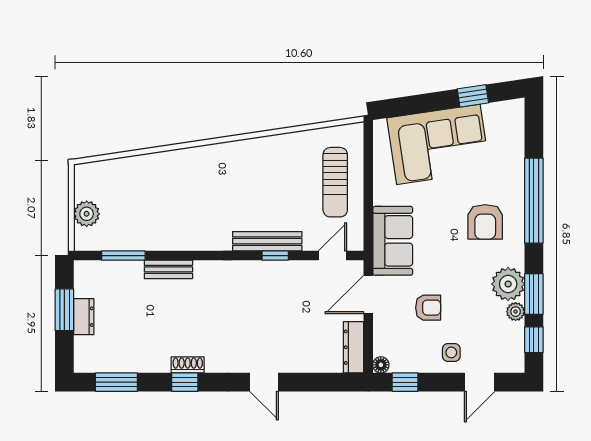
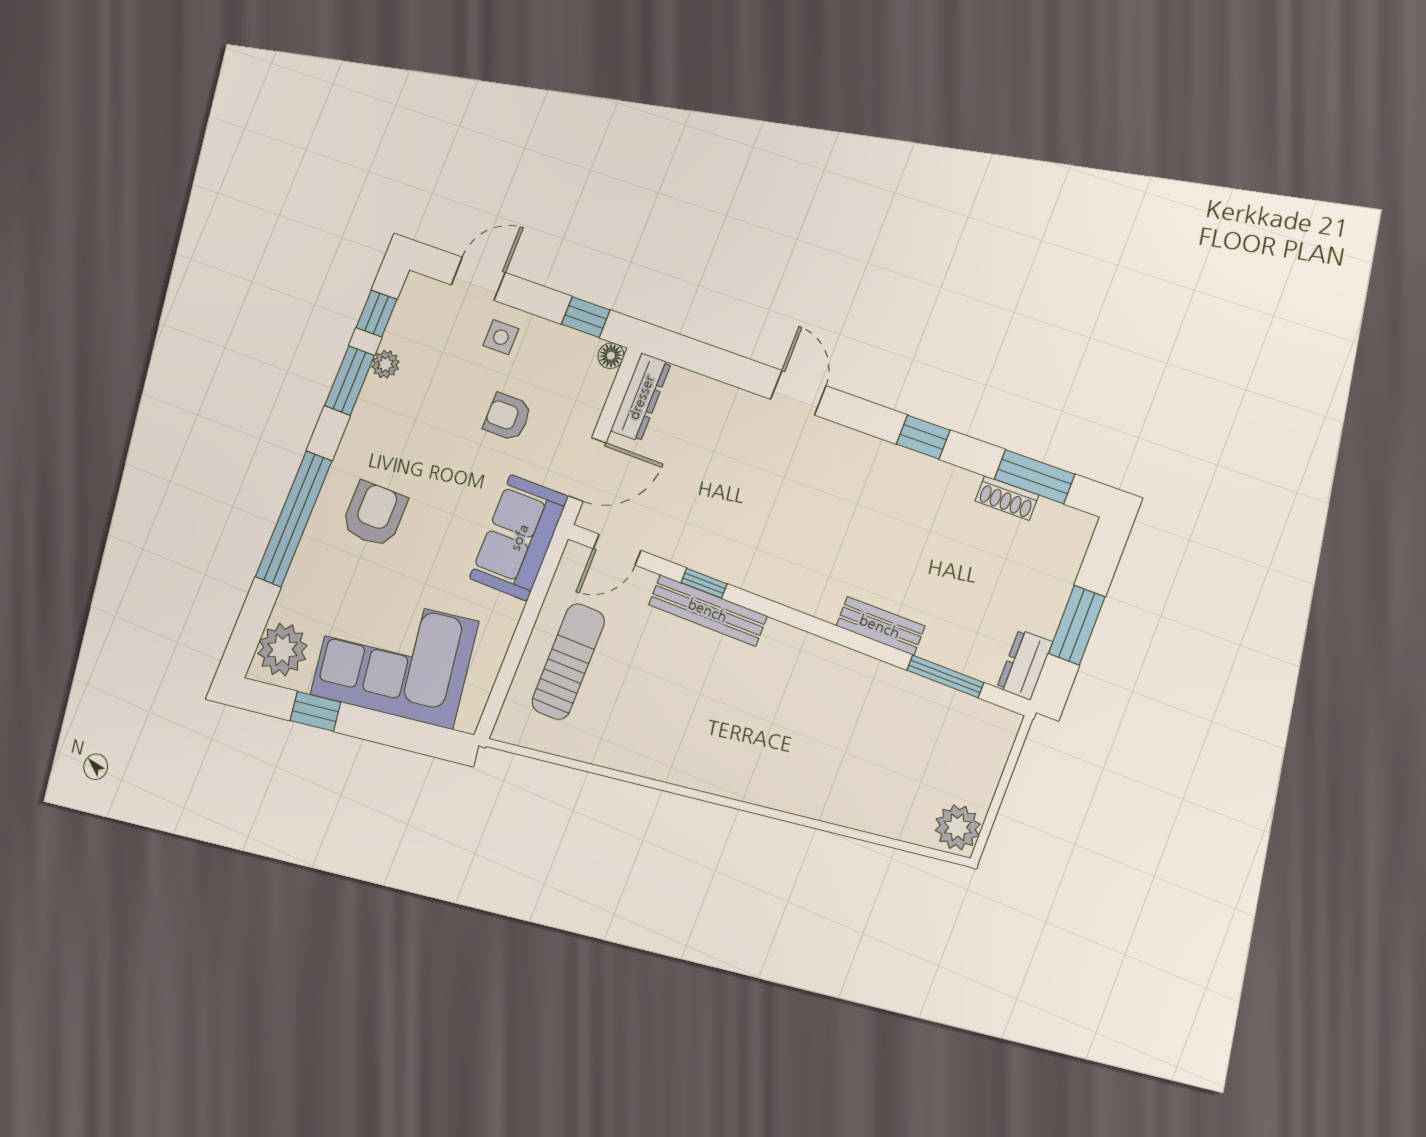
plant: (87, 214) -> (958, 827), moved
plant: (508, 284) -> (282, 650), moved
dresser: (84, 317) -> (1025, 665), moved
shoe rack: (188, 365) -> (1007, 498), moved

